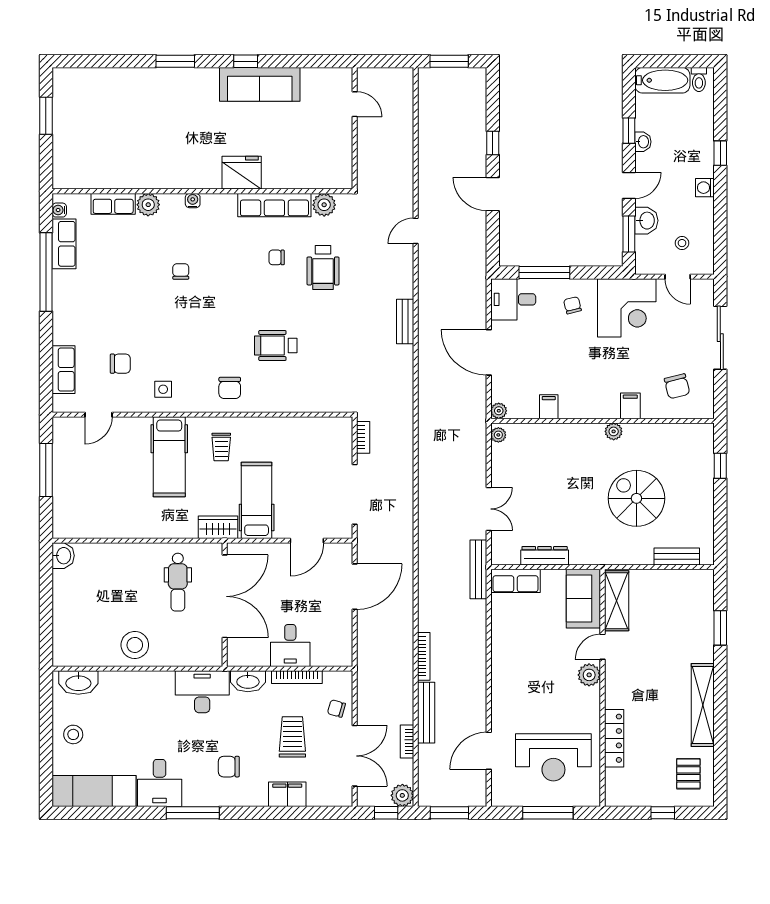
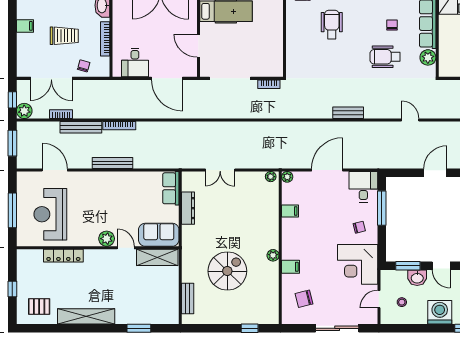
washing machine: (705, 188) -> (440, 312), width x1.89, depth x1.89
bench: (478, 569) -> (113, 163), moved
desk: (290, 645) -> (135, 63), moved, turned -90
filing cabinet: (287, 794) -> (25, 26), width x0.50

